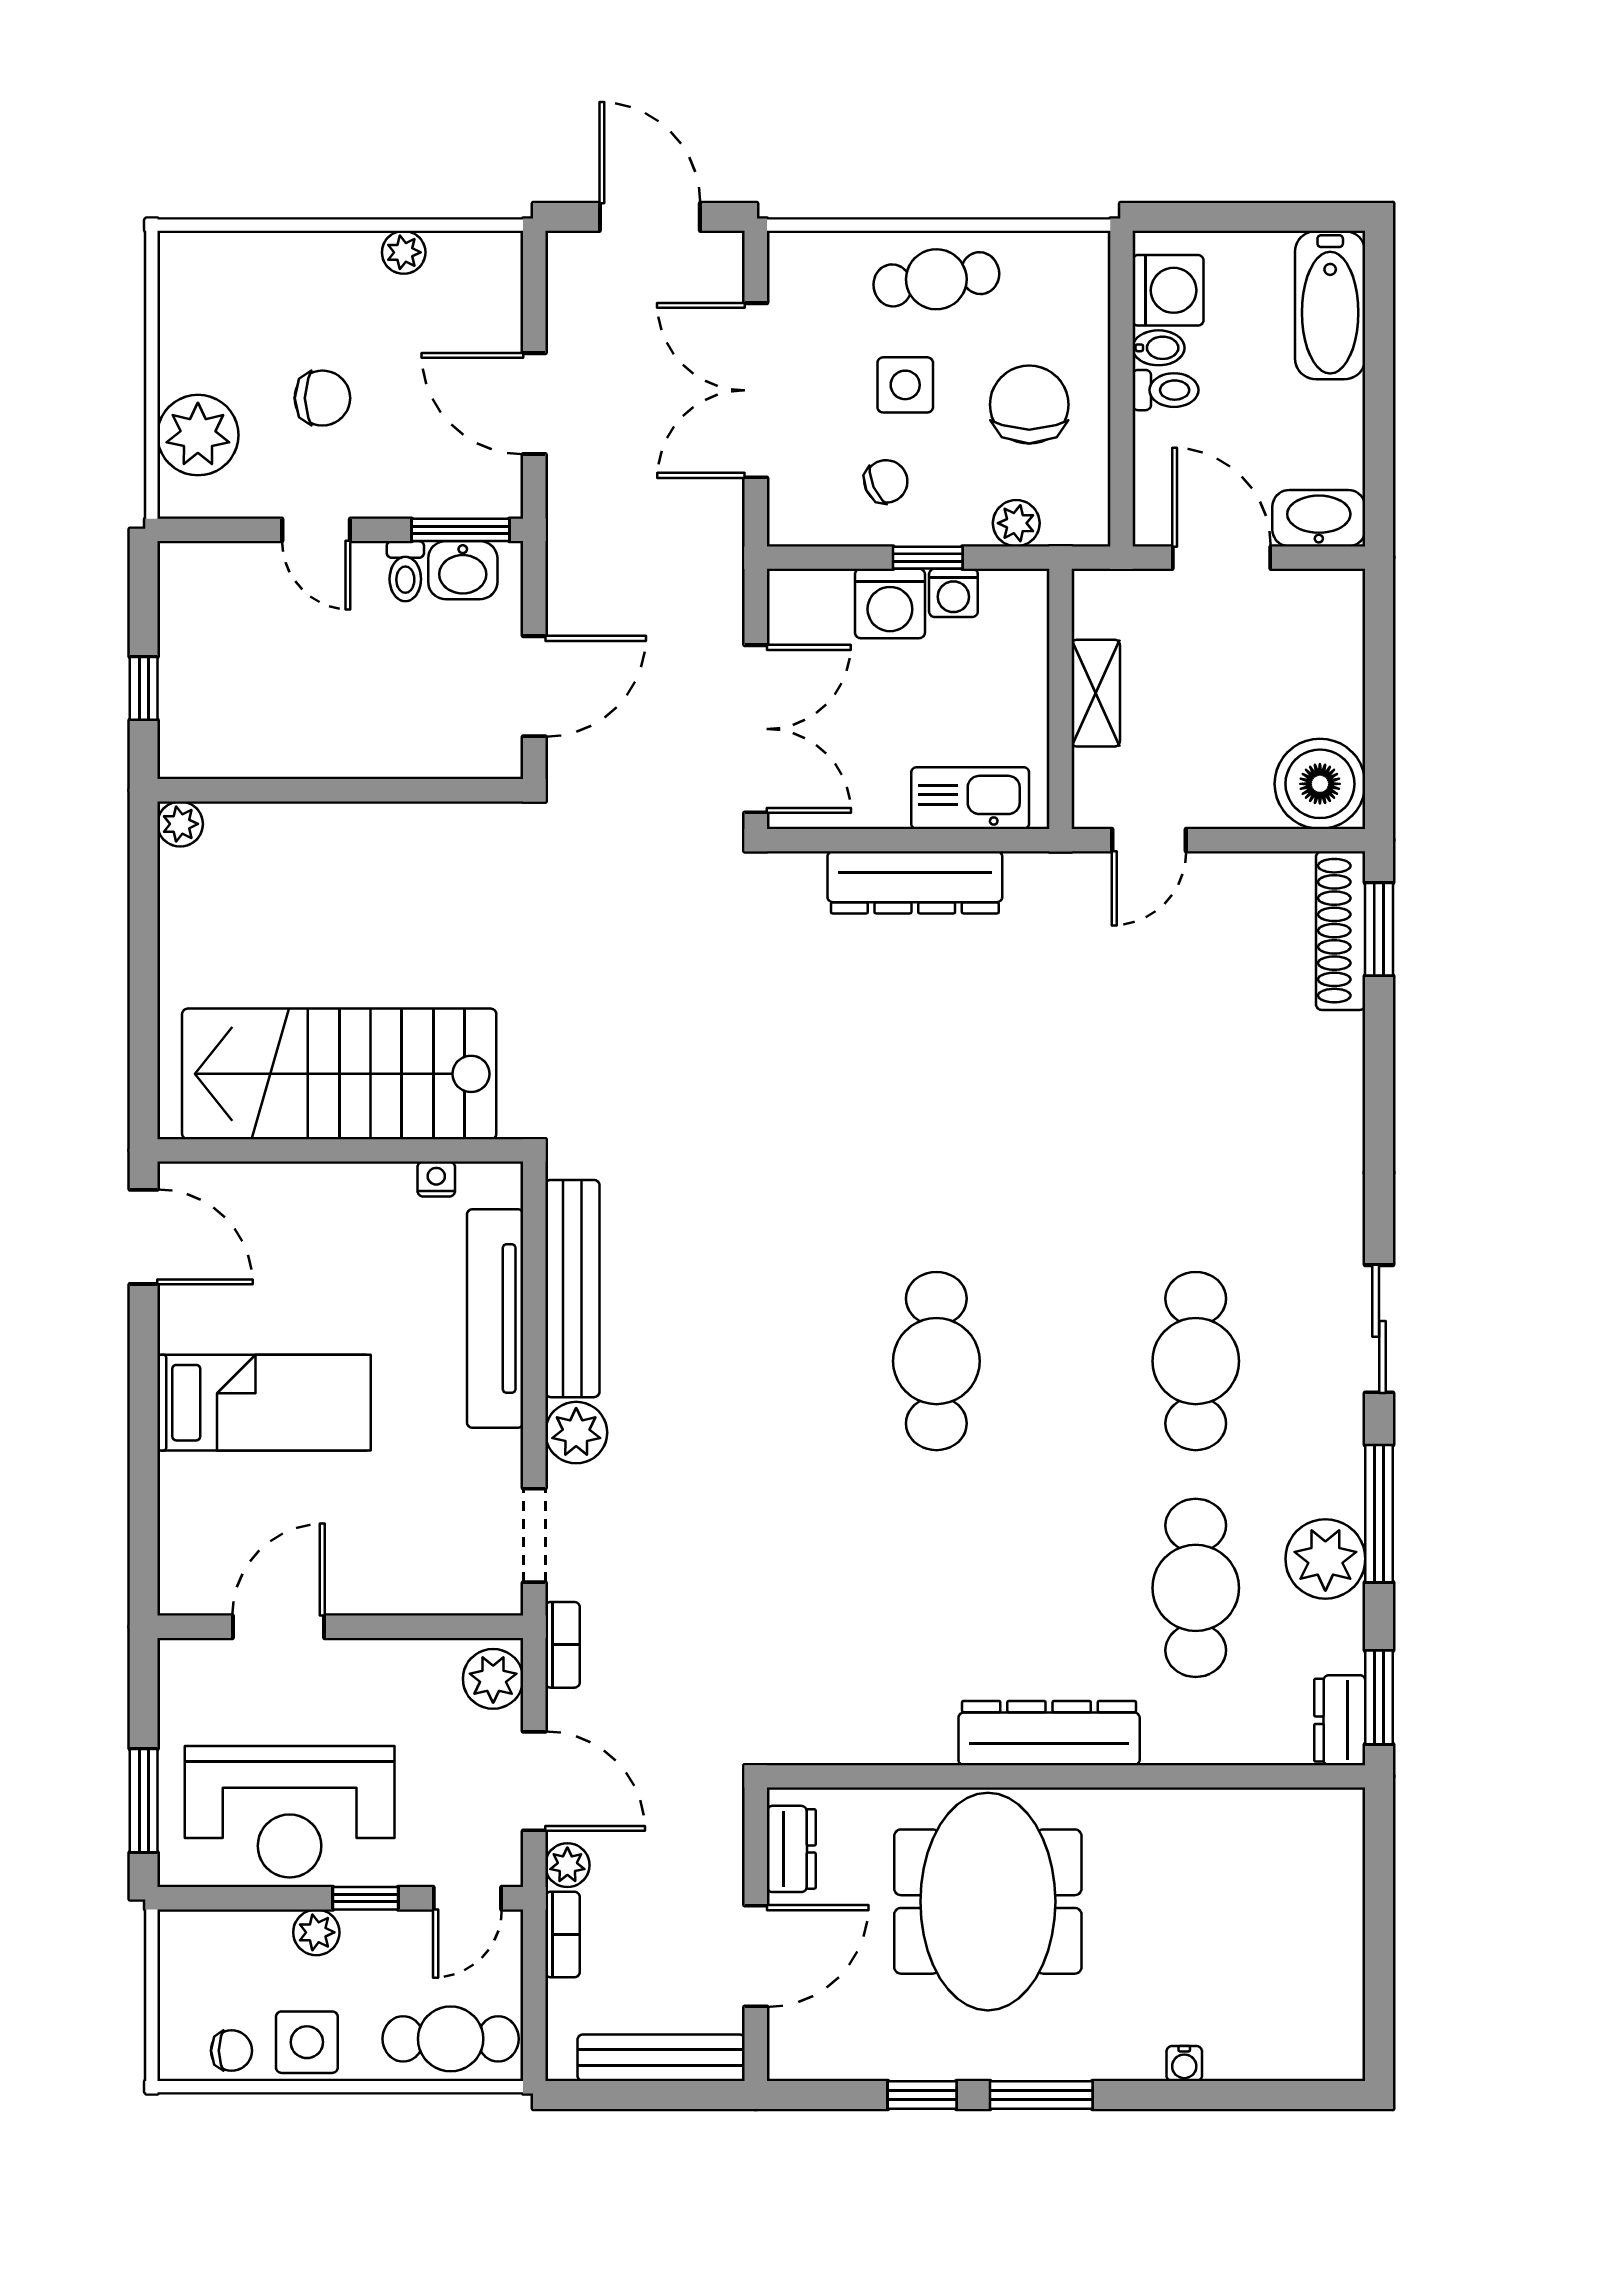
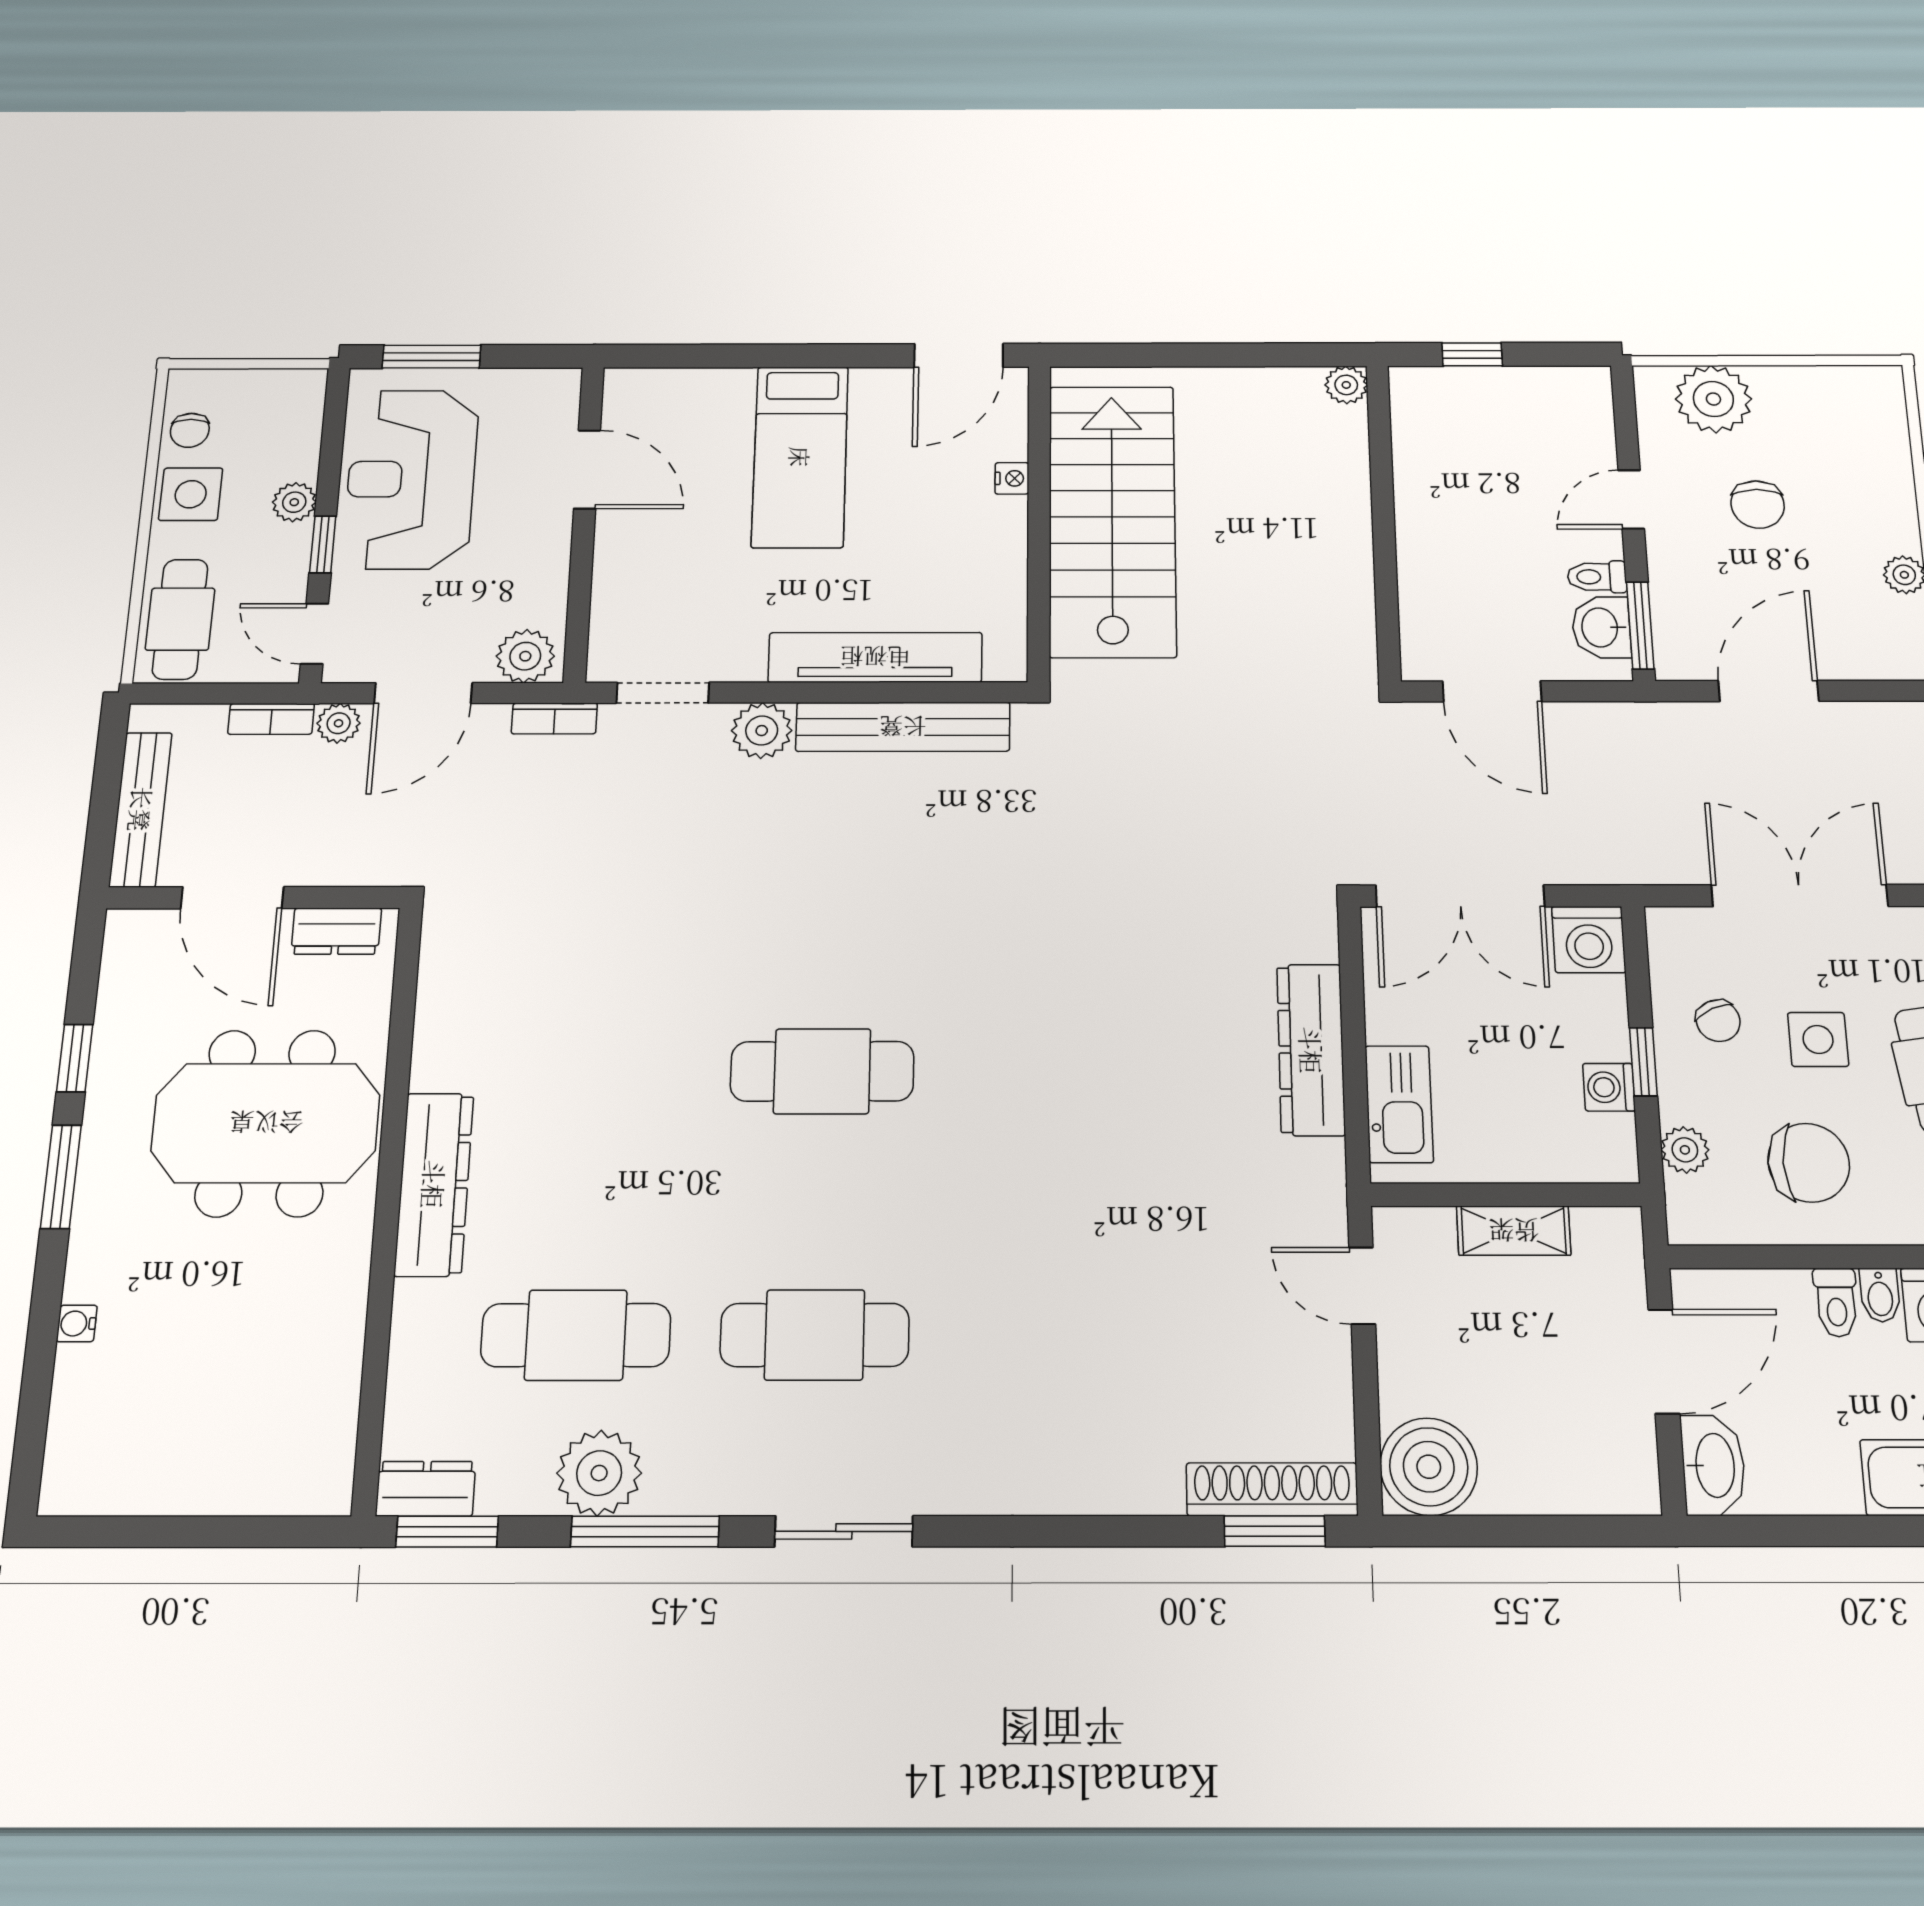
washing machine: (890, 603) -> (1589, 940), moved, turned -90
nightstand: (436, 1179) -> (1012, 478), moved

